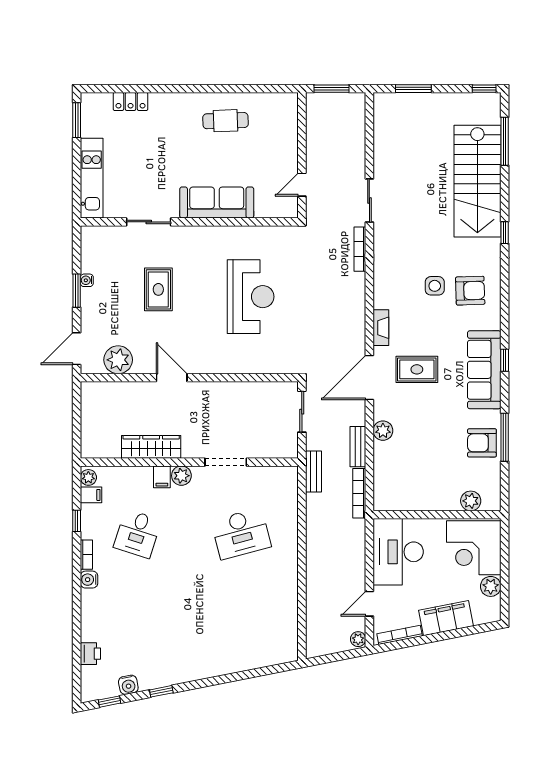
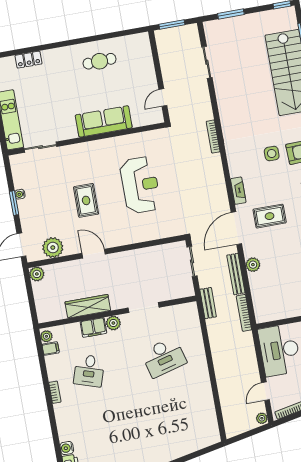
sliding door: (369, 201) -> (207, 62), moved
sliding door: (149, 222) -> (40, 147), moved
rug: (158, 289) -> (86, 200), moved
plant: (90, 391) -> (37, 274), added
bench: (358, 447) -> (236, 274), width x1.36
filing cabinet: (162, 477) -> (93, 328), width x2.00
window: (77, 521) -> (44, 369), removed
water cooler: (89, 580) -> (67, 448), moved

